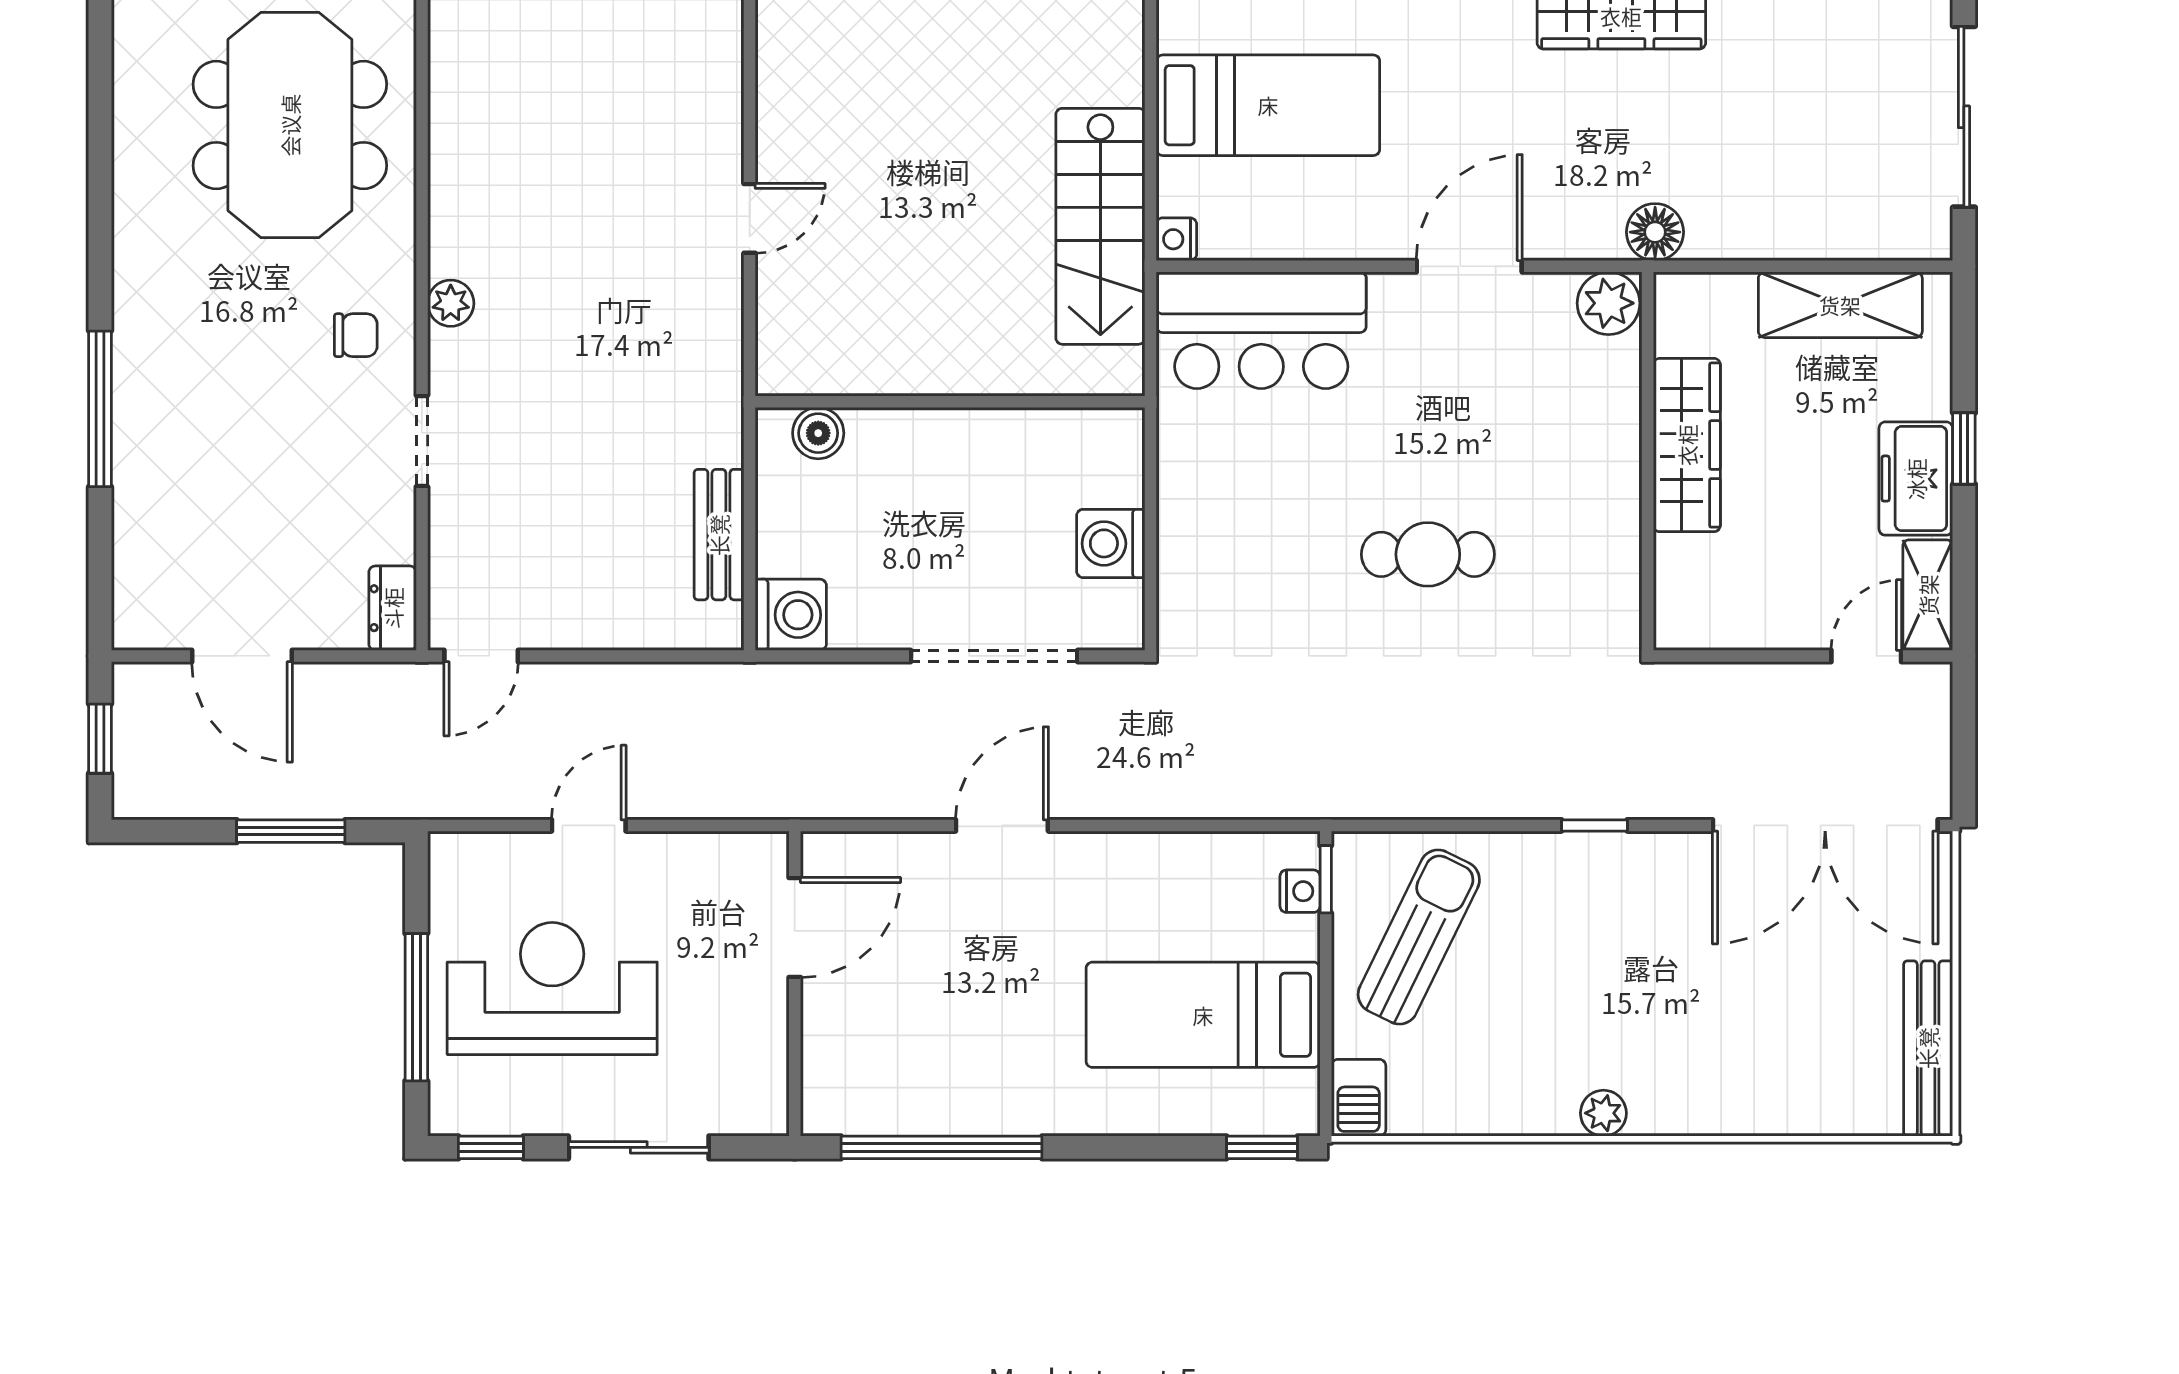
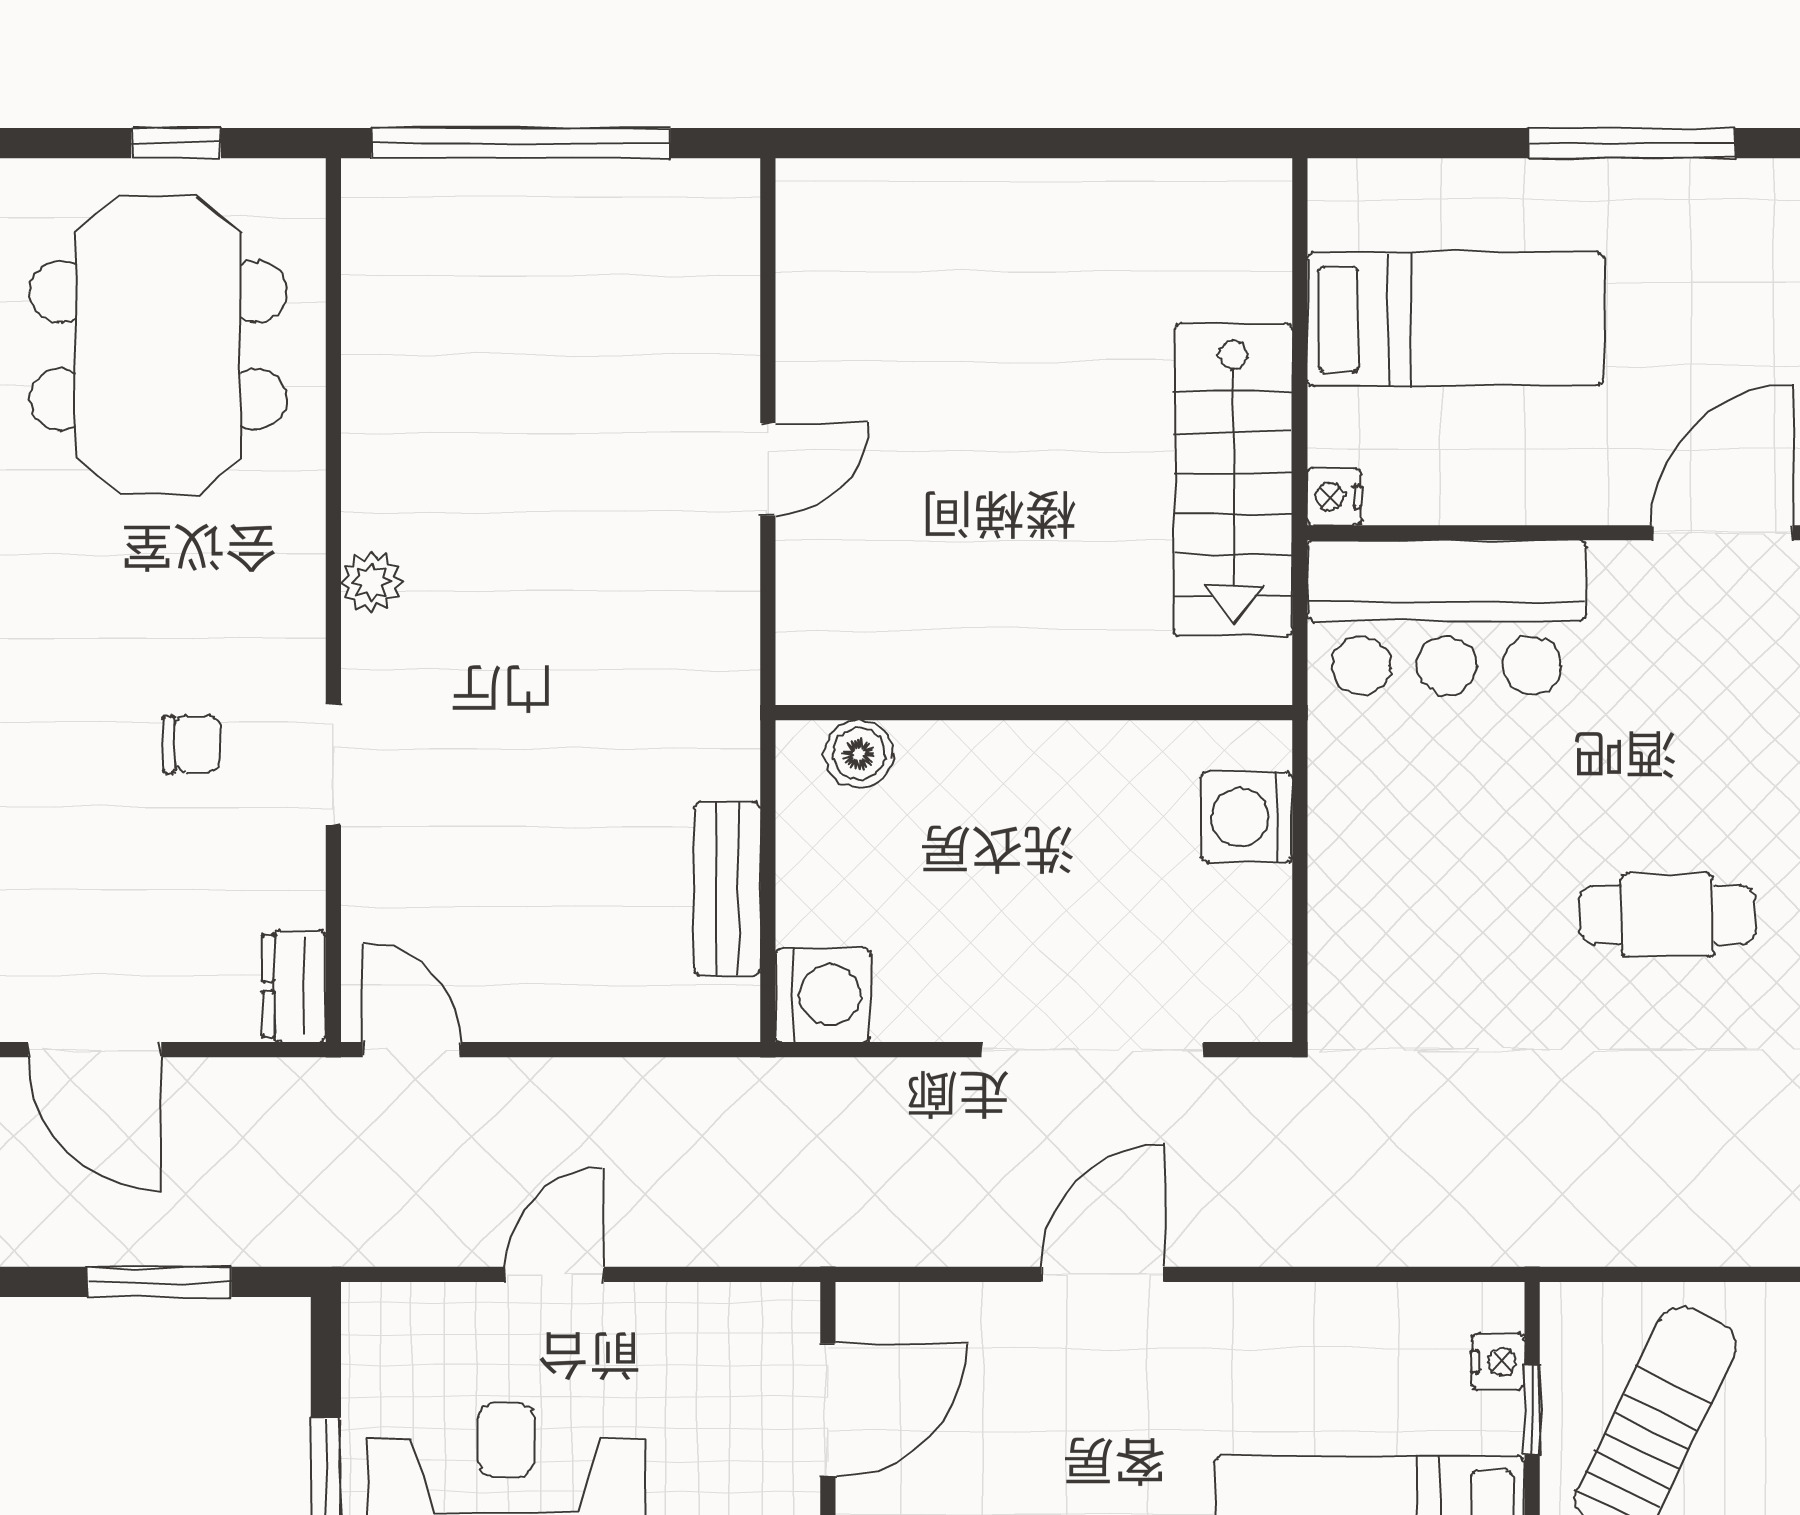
chair: (356, 335) -> (191, 744), moved
washing machine: (1111, 543) -> (1247, 817), moved
door: (481, 656) -> (412, 1050), swing flipped
window: (1326, 879) -> (1532, 1410), moved

